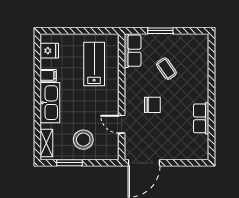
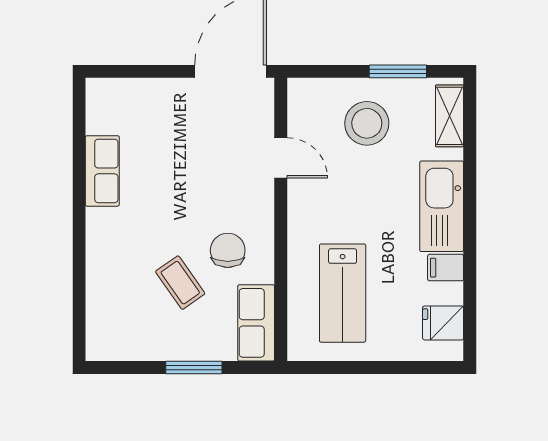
chair: (152, 105) -> (228, 250), moved, turned 90

